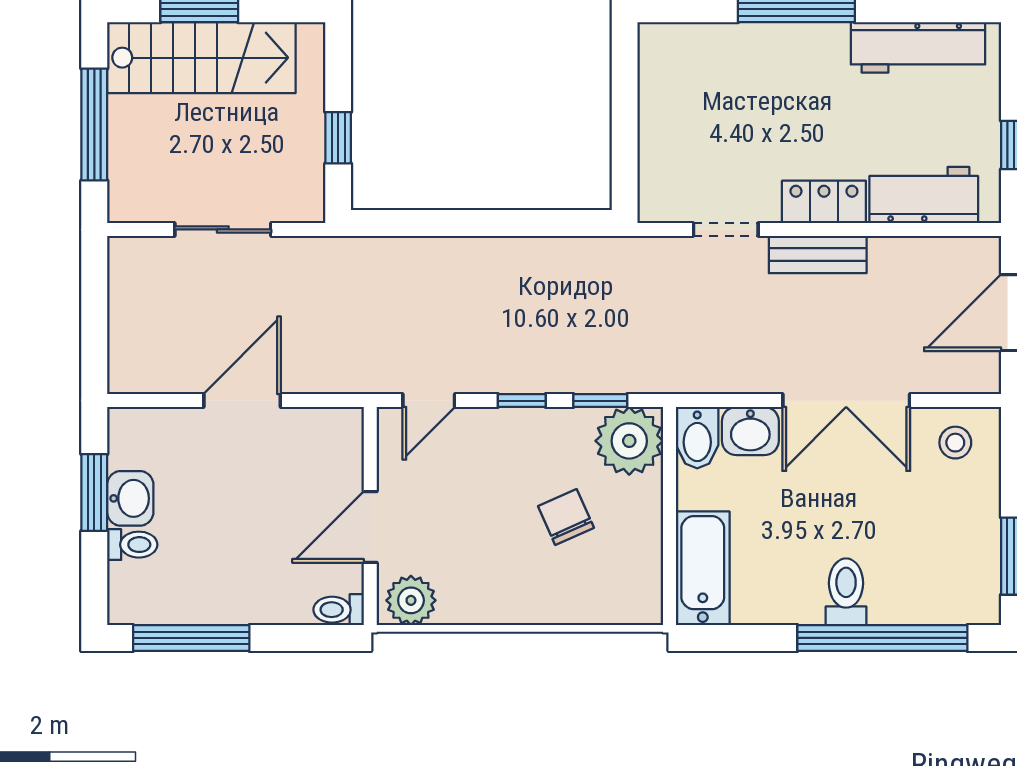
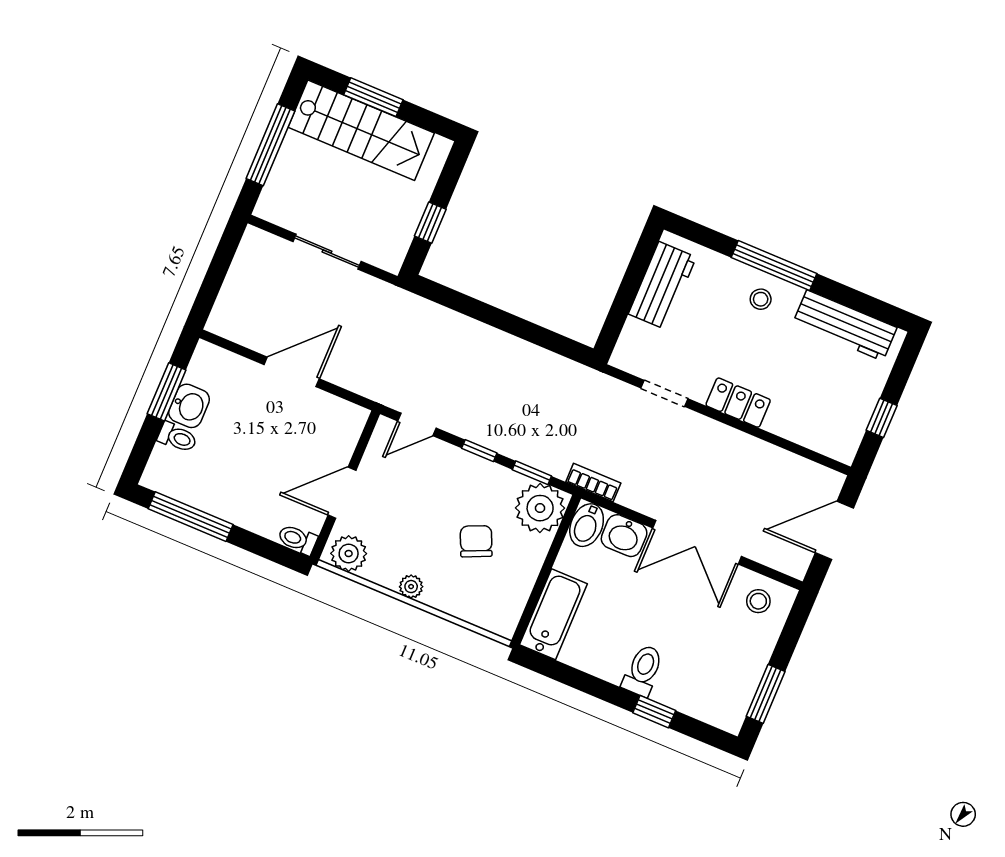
stool: (797, 59) -> (761, 299), added
workbench: (924, 195) -> (662, 286), moved, turned 90
bench: (818, 255) -> (719, 436), removed
bookcase: (683, 380) -> (593, 482), added
plant: (508, 609) -> (411, 587), added
window: (882, 638) -> (654, 712), width x0.32

